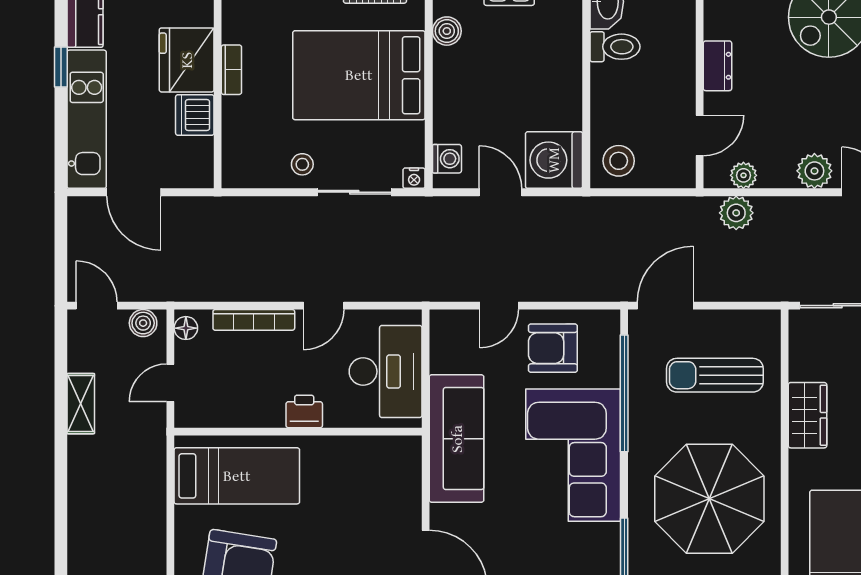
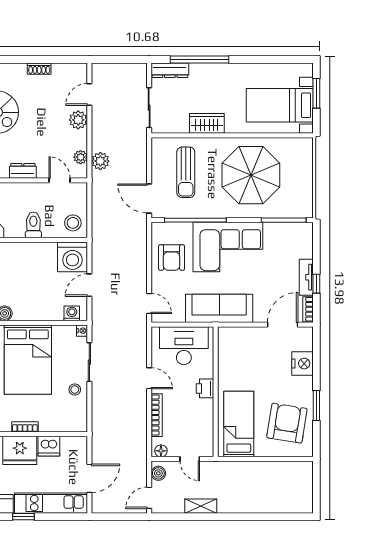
toilet: (615, 47) -> (33, 225), moved
door: (499, 306) -> (149, 303), moved

